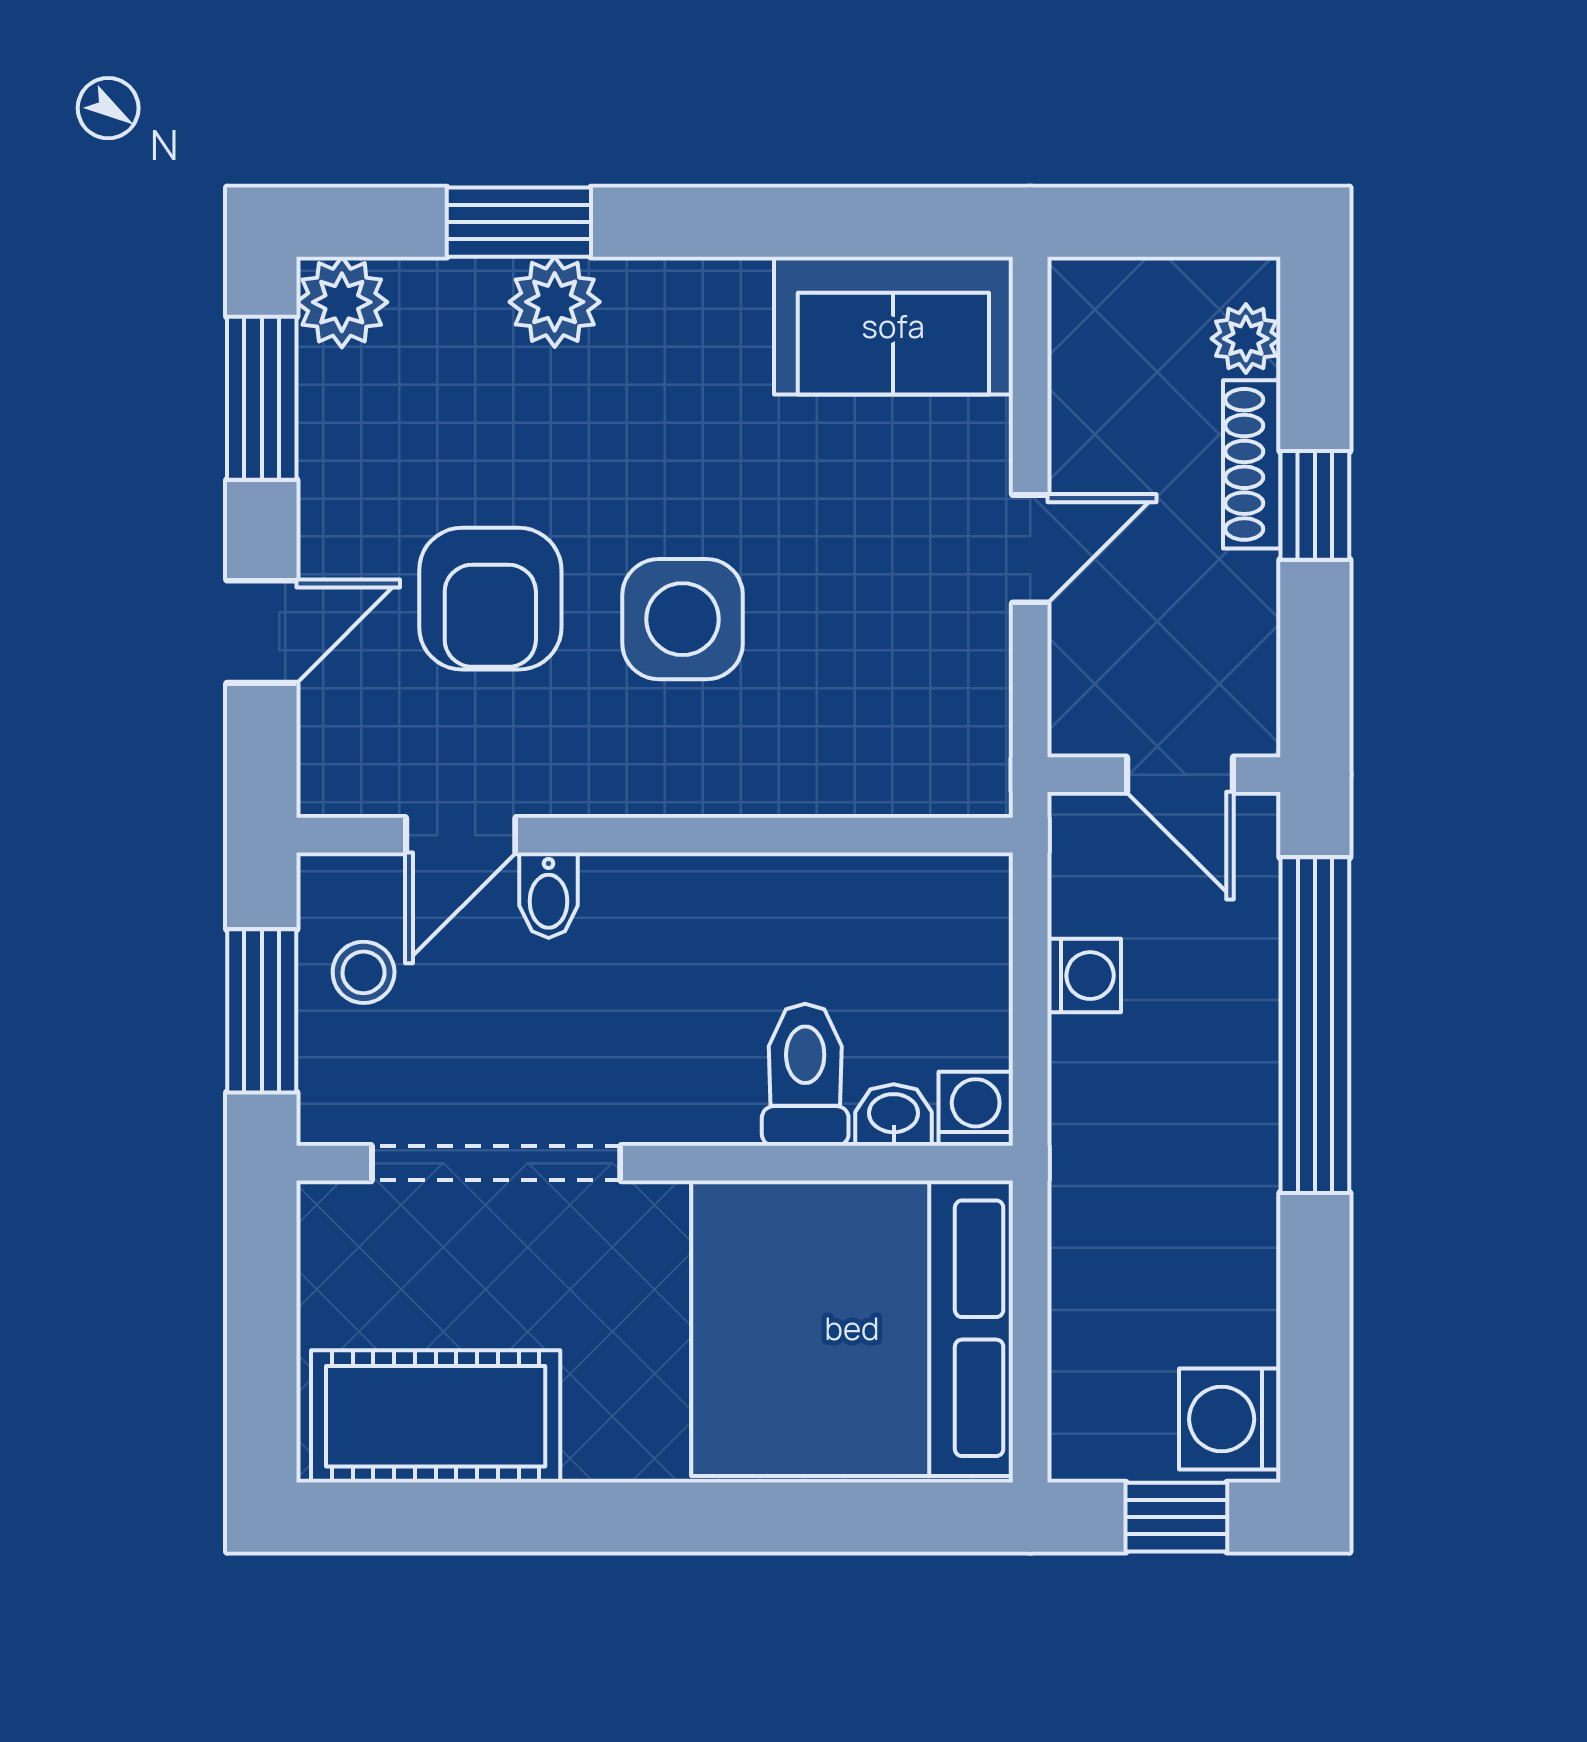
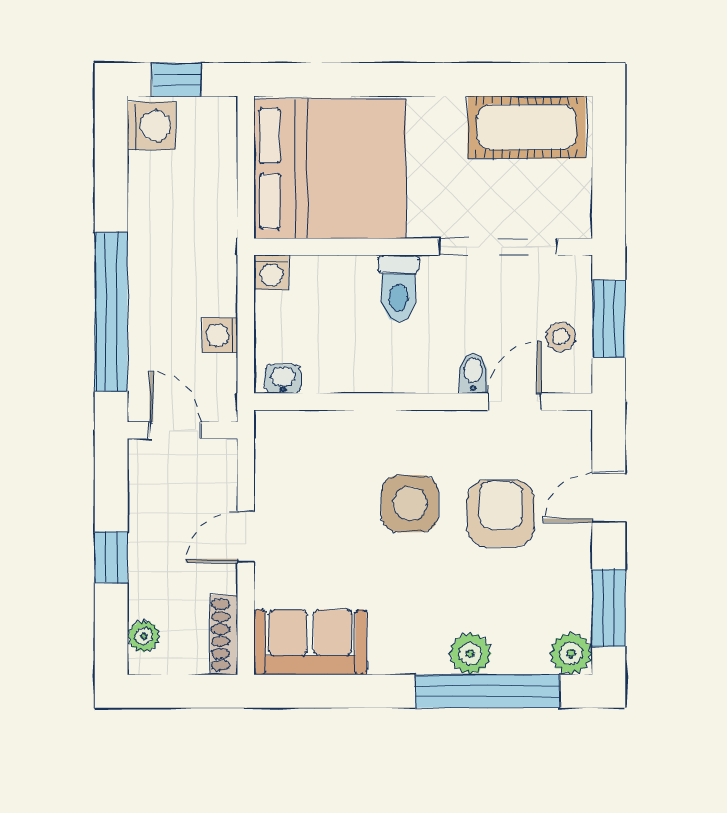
window: (519, 222) -> (487, 691), width x2.11
shoe rack: (1252, 464) -> (224, 635), moved, turned 180
toilet: (805, 1075) -> (398, 288), moved
washbasin: (894, 1115) -> (283, 379), moved, turned 180

